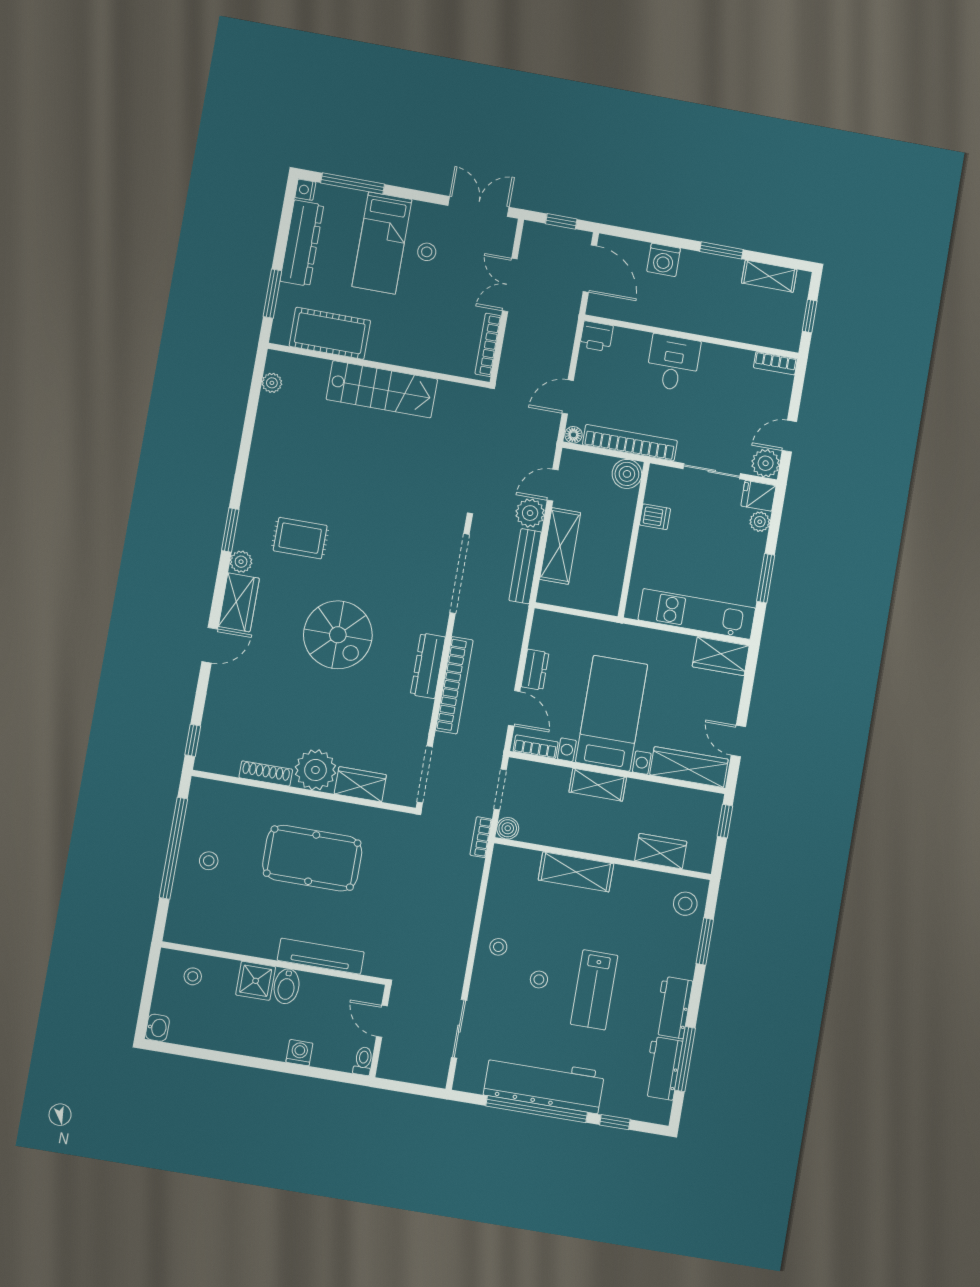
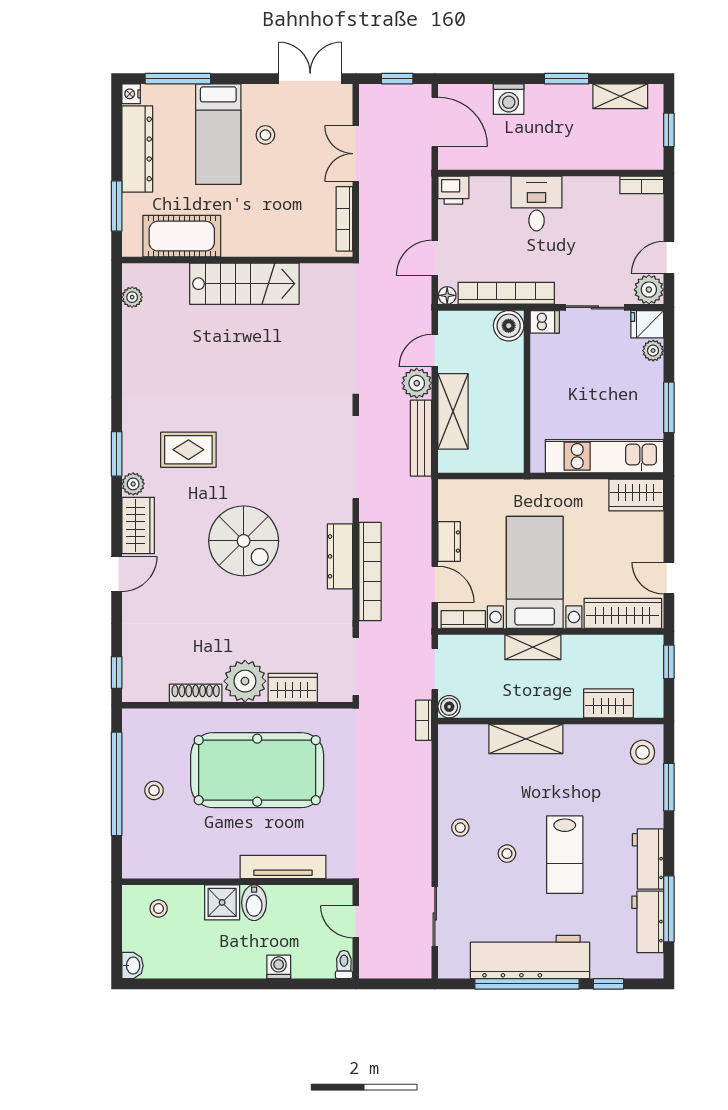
dishwasher: (655, 517) -> (545, 322), moved
pool table: (312, 858) -> (257, 770), width x1.36, depth x1.32

